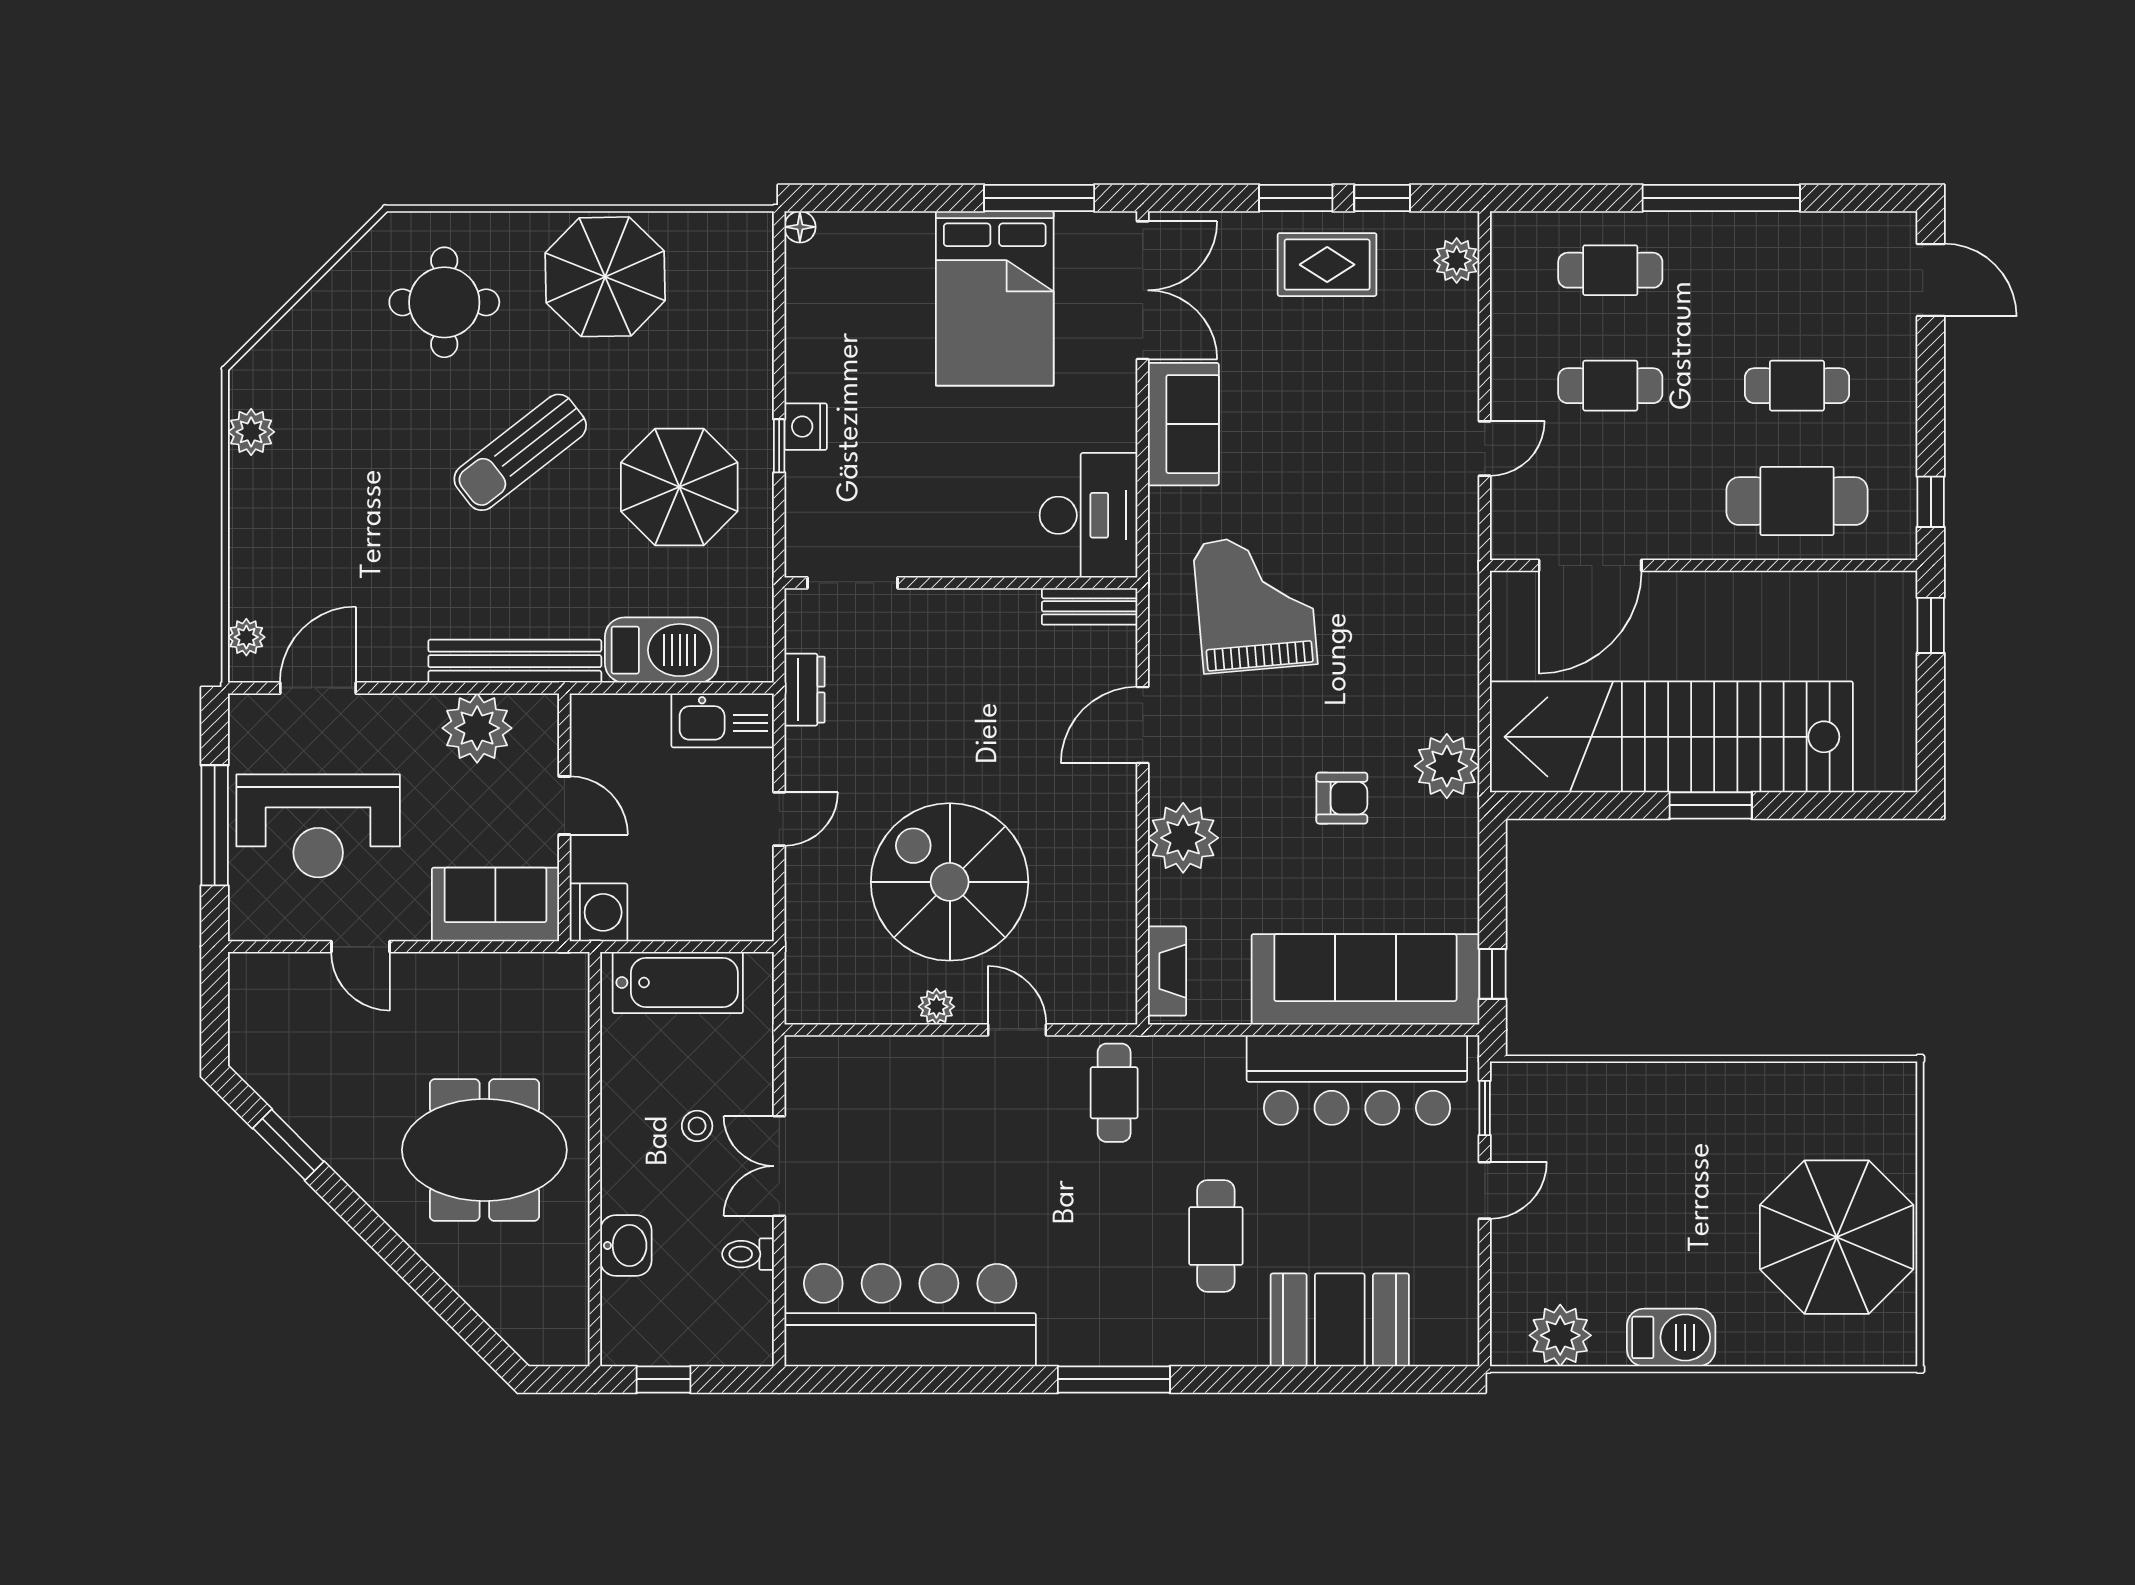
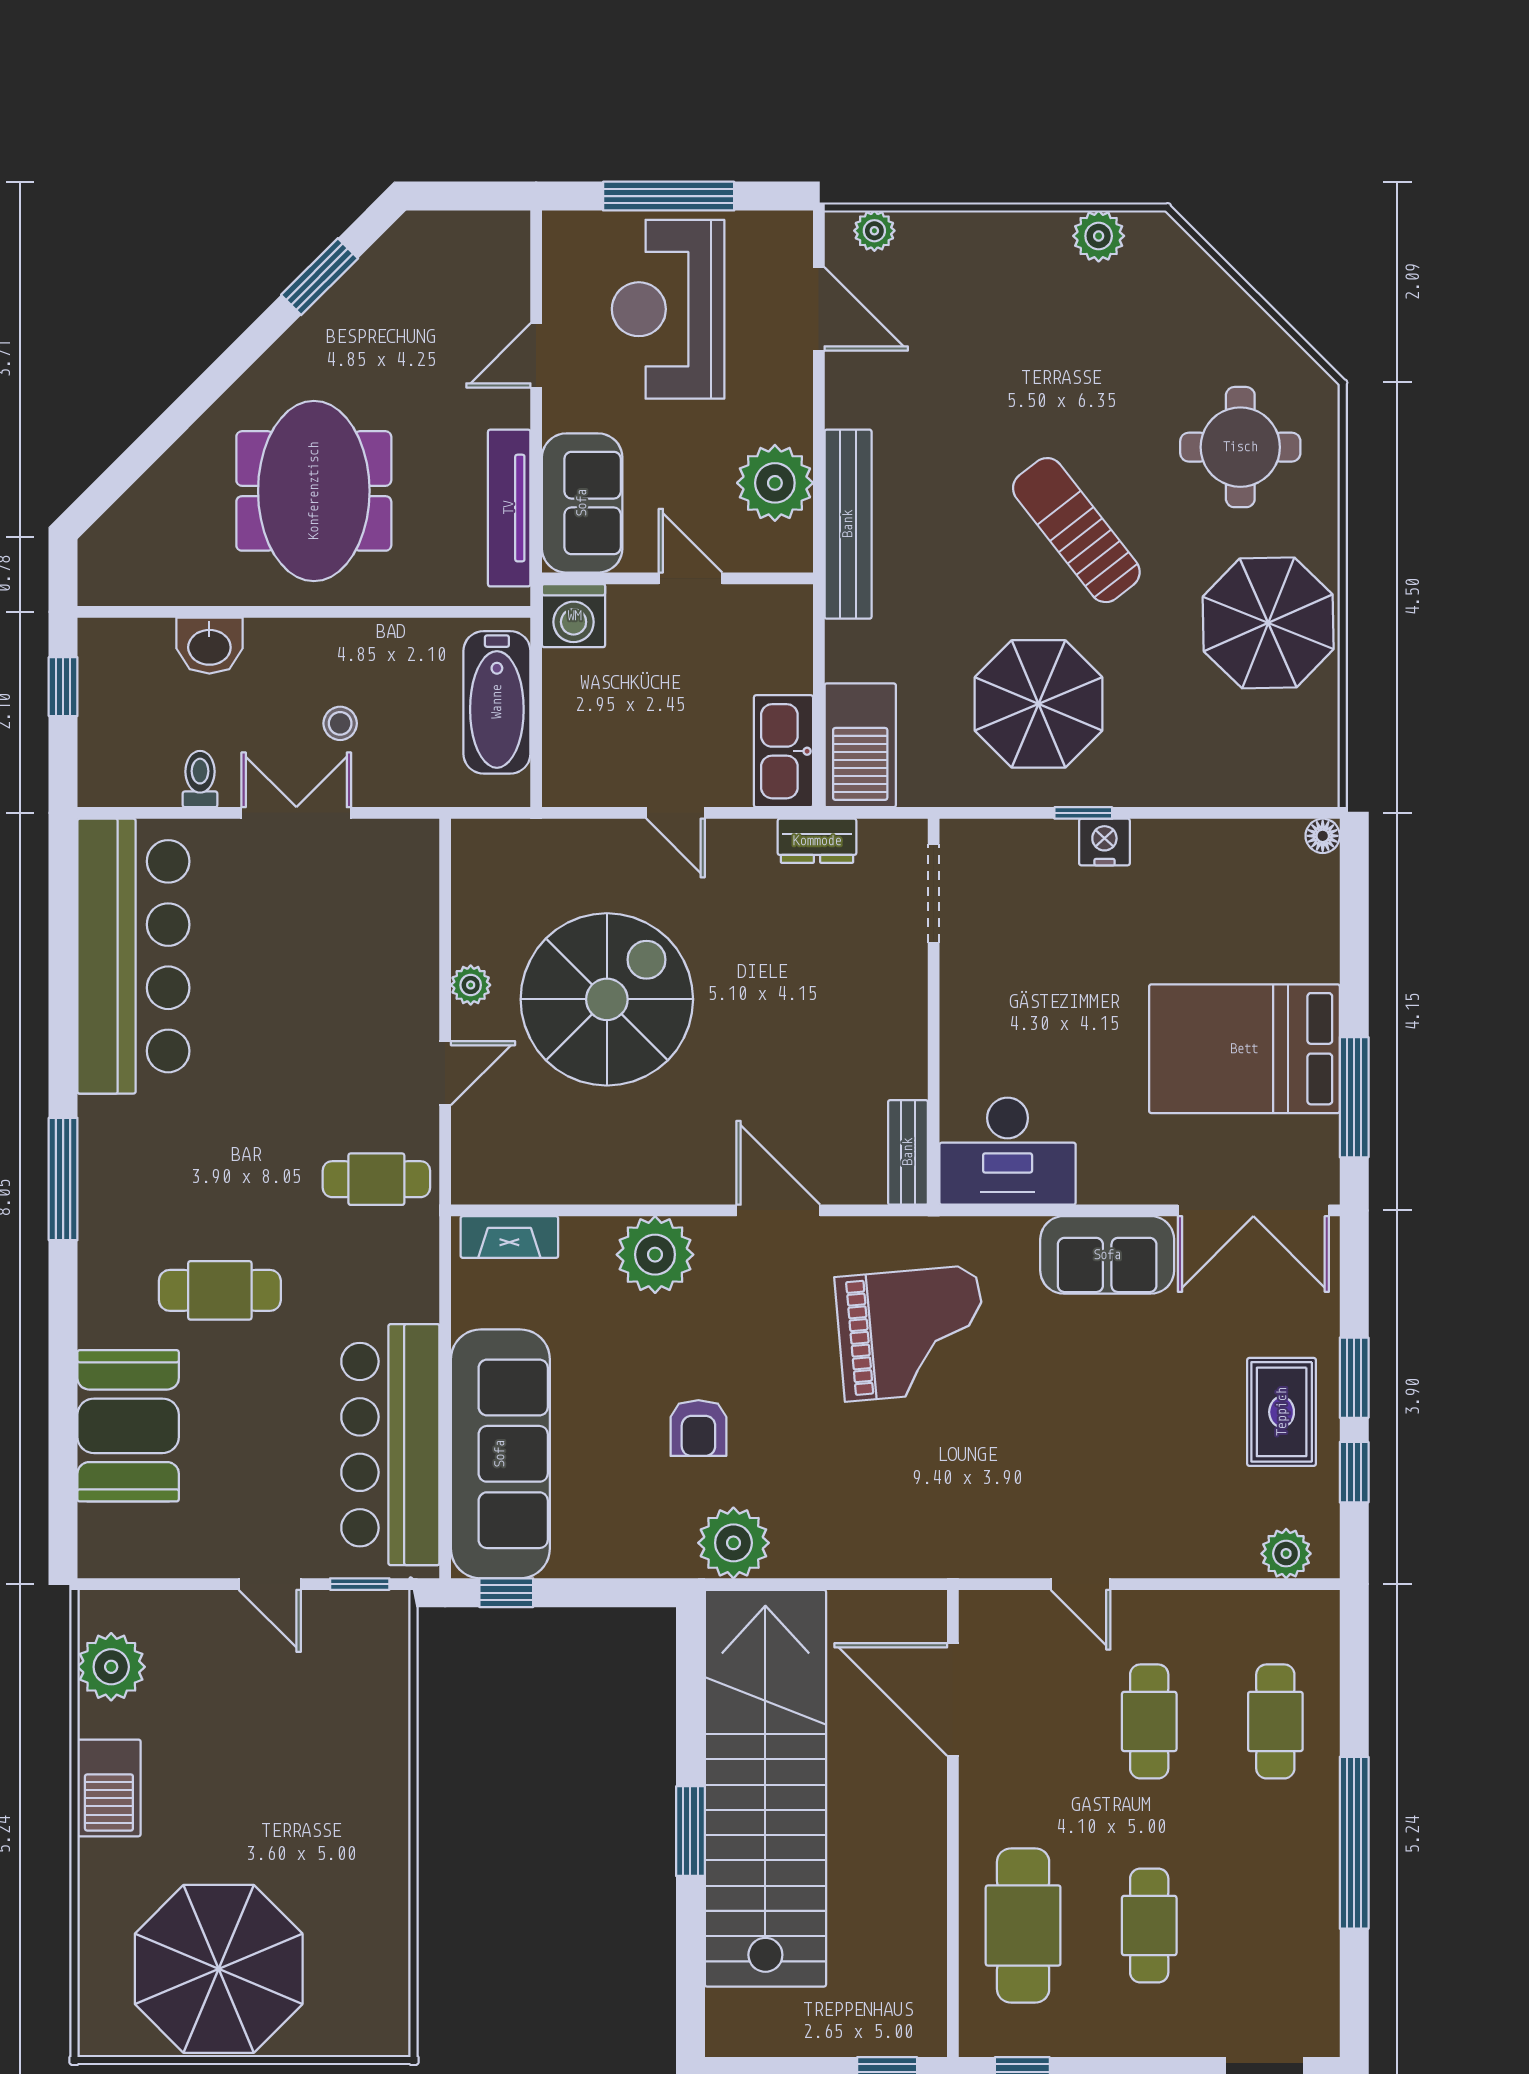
barbecue: (661, 650) -> (860, 745), moved
door: (564, 805) -> (690, 578), swing flipped
tv unit: (500, 971) -> (509, 508), added

